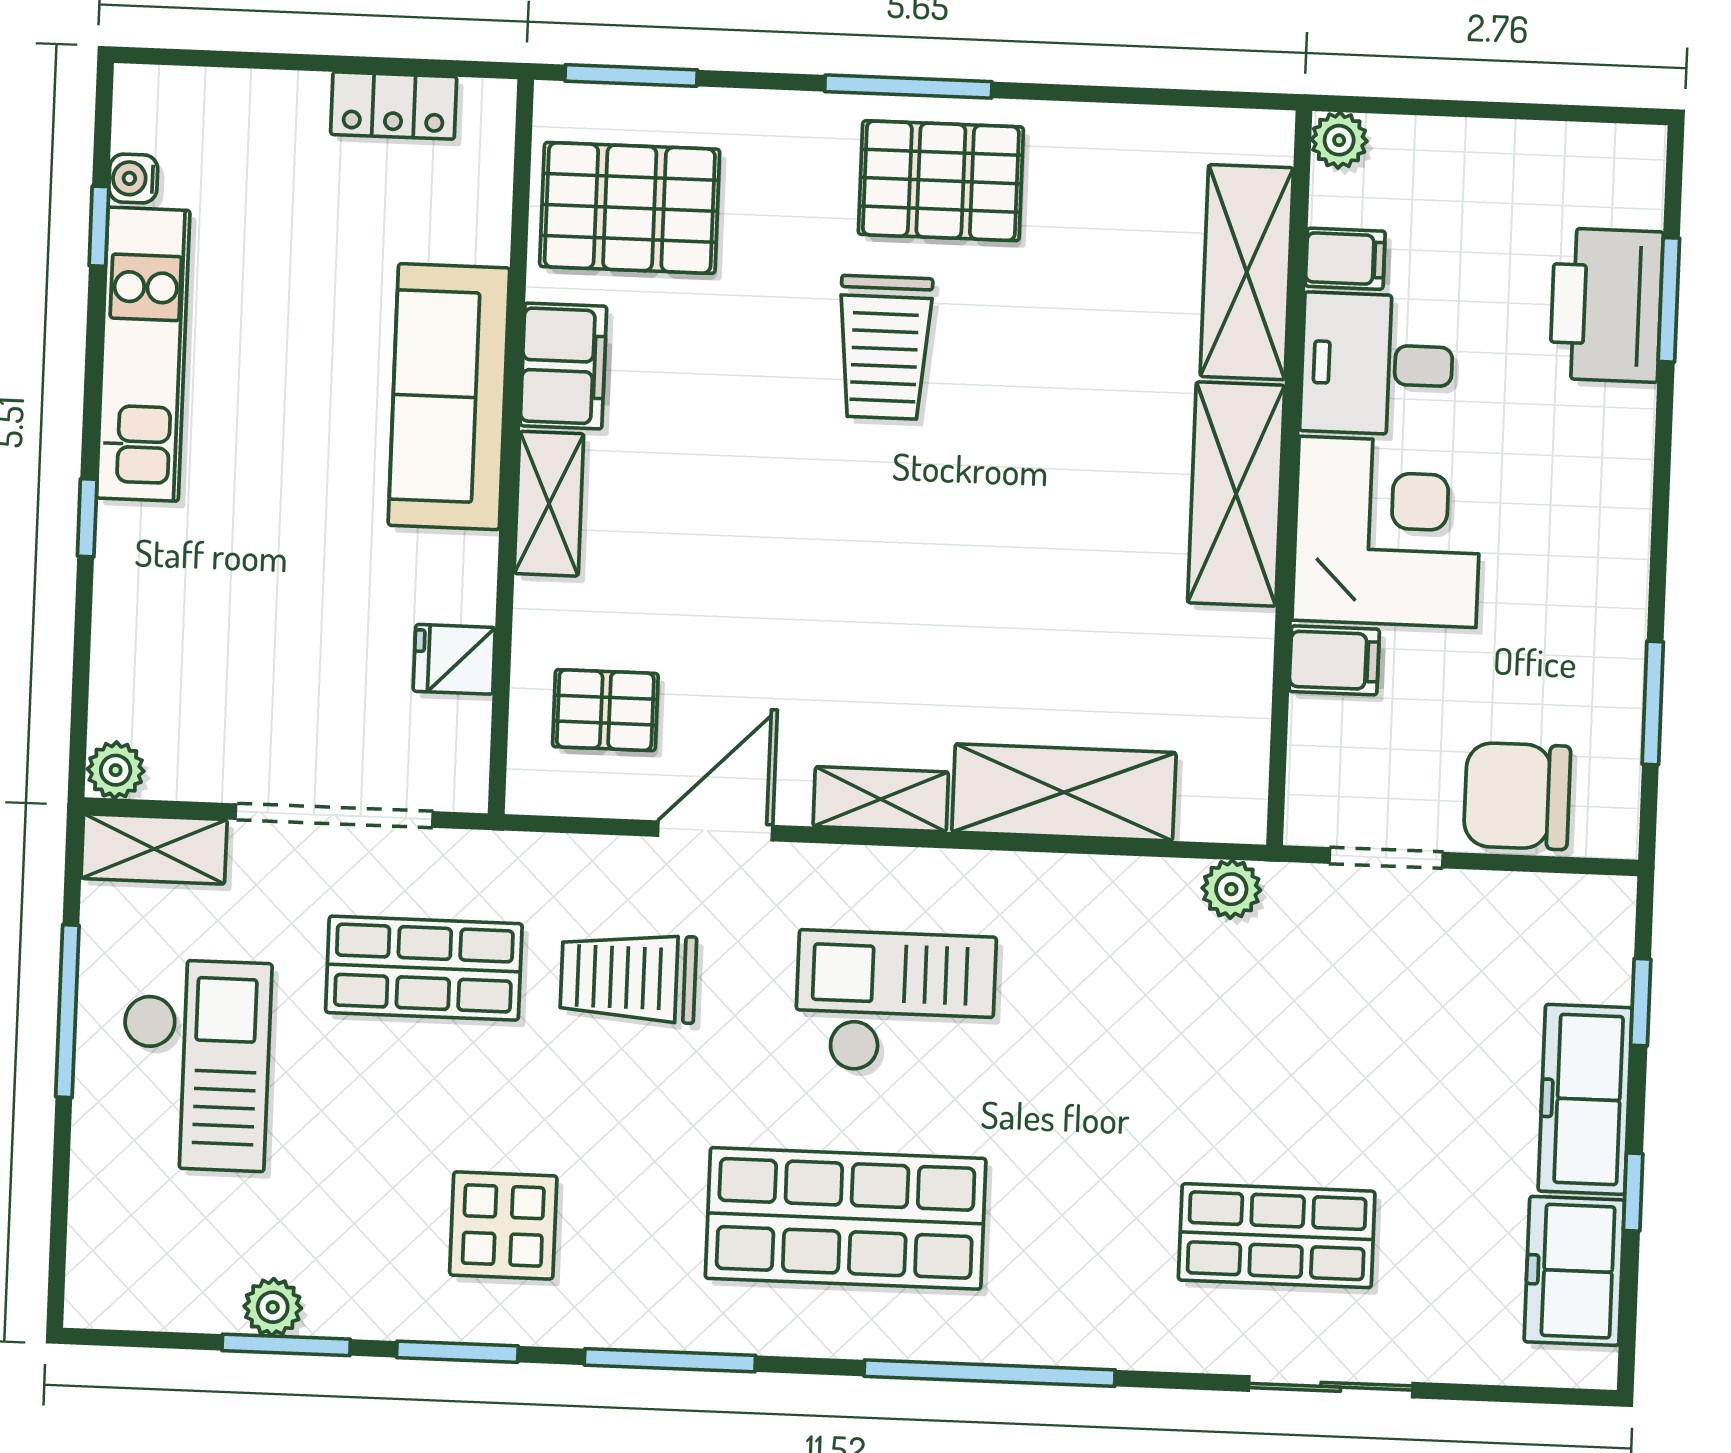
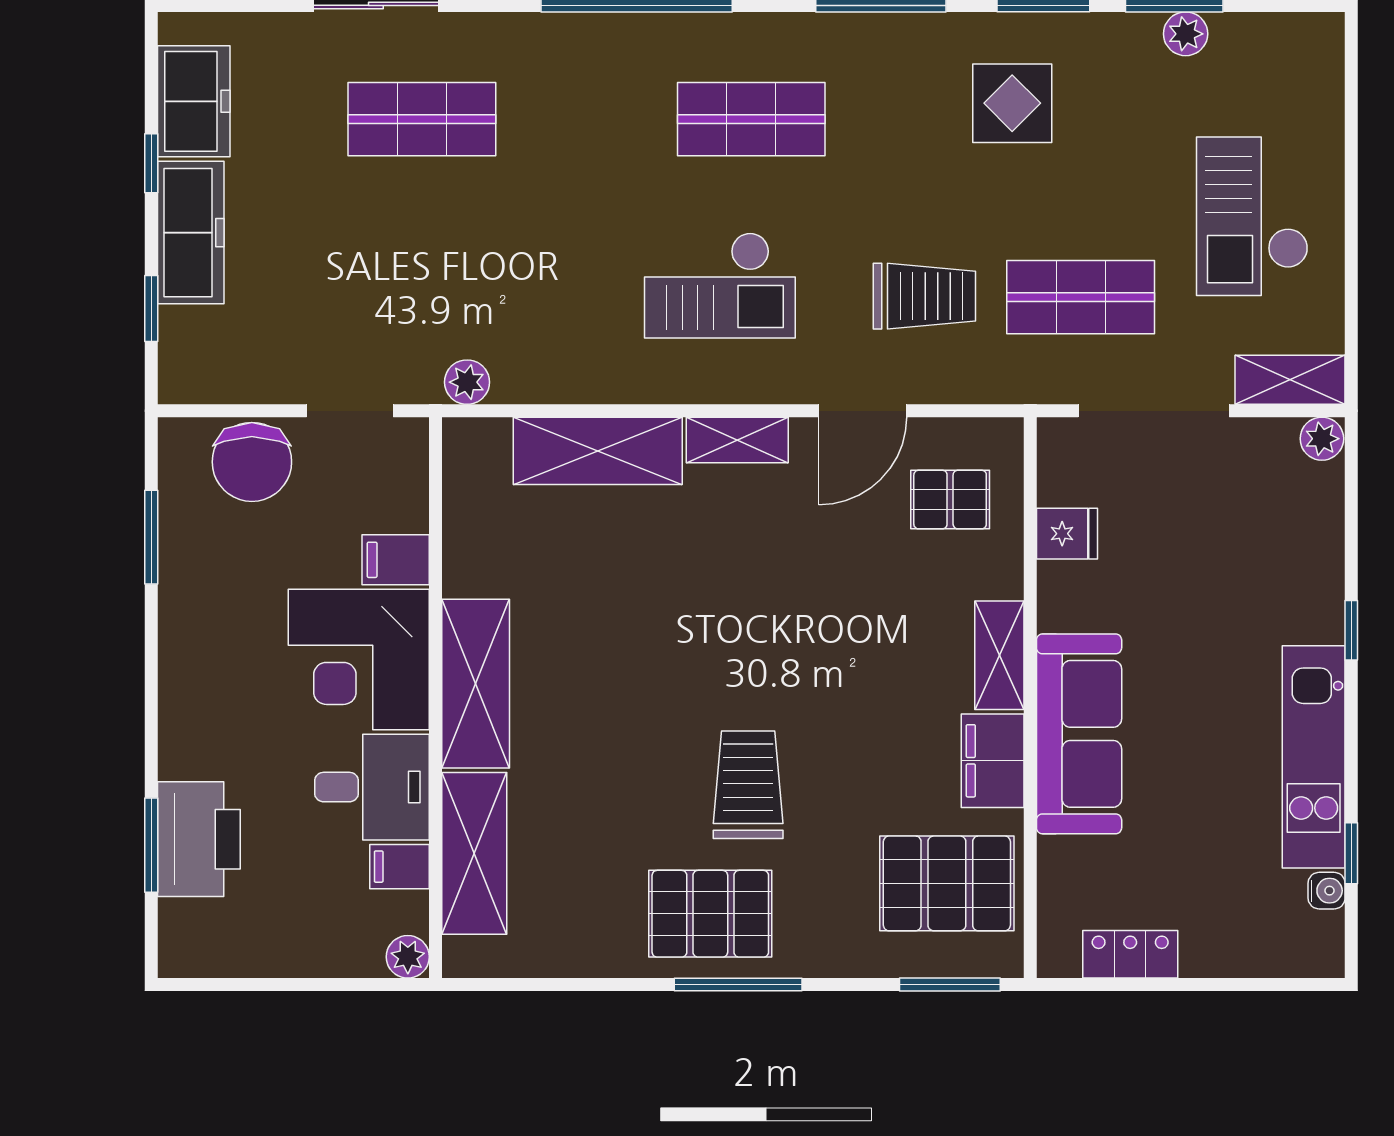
chair: (1517, 796) -> (252, 462), turned 90
window: (67, 1011) -> (1351, 253), removed
shop shelf: (846, 1218) -> (751, 119), width x0.70, depth x0.74

